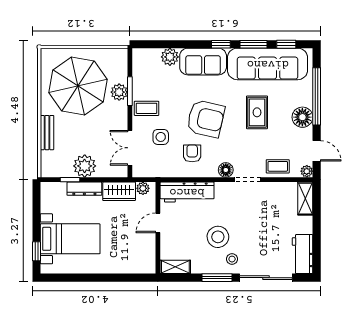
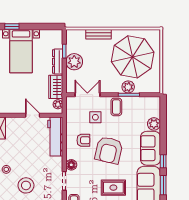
stool: (218, 237) -> (26, 185), moved

